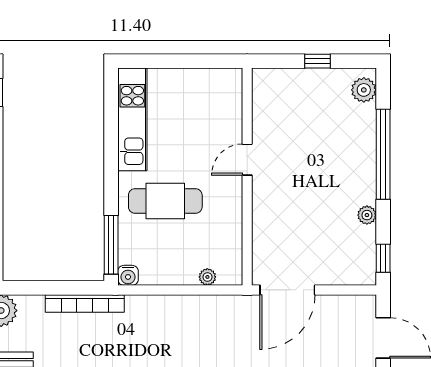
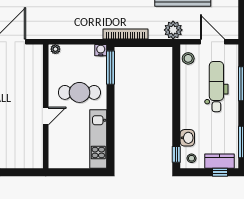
door: (247, 160) -> (46, 116), moved
wall: (247, 177) -> (46, 106), moved

